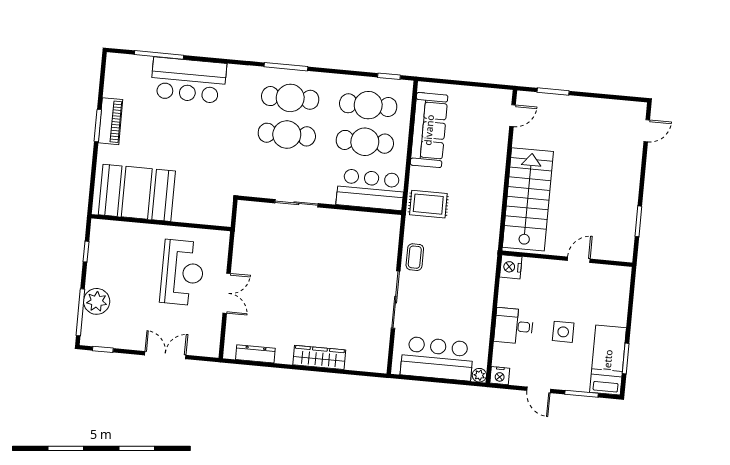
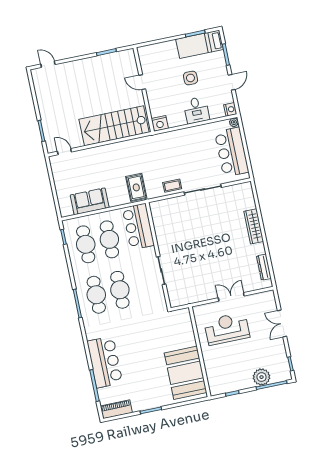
piano: (110, 121) -> (116, 409), moved
sofa: (429, 130) -> (90, 201), width x0.73

